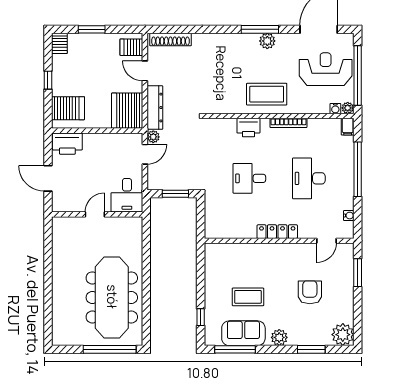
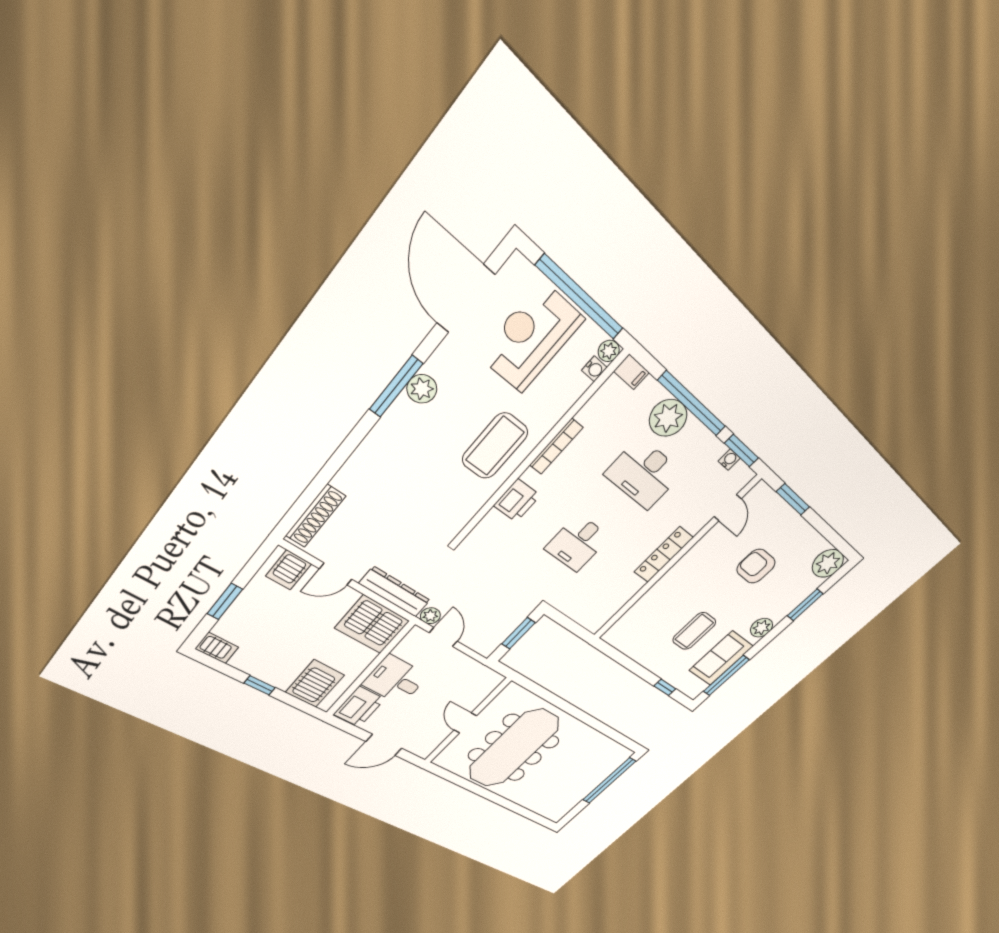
plant: (343, 164) -> (668, 418), added
desk: (127, 195) -> (395, 680), moved, turned 180
window: (358, 217) -> (742, 451), added
meeting table: (112, 297) -> (514, 748), moved, turned 90

